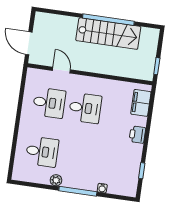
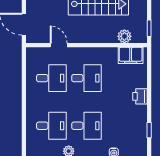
plant: (130, 71) -> (124, 36), added
filing cabinet: (141, 103) -> (131, 55), moved, turned -90
desk: (78, 157) -> (86, 126), added

